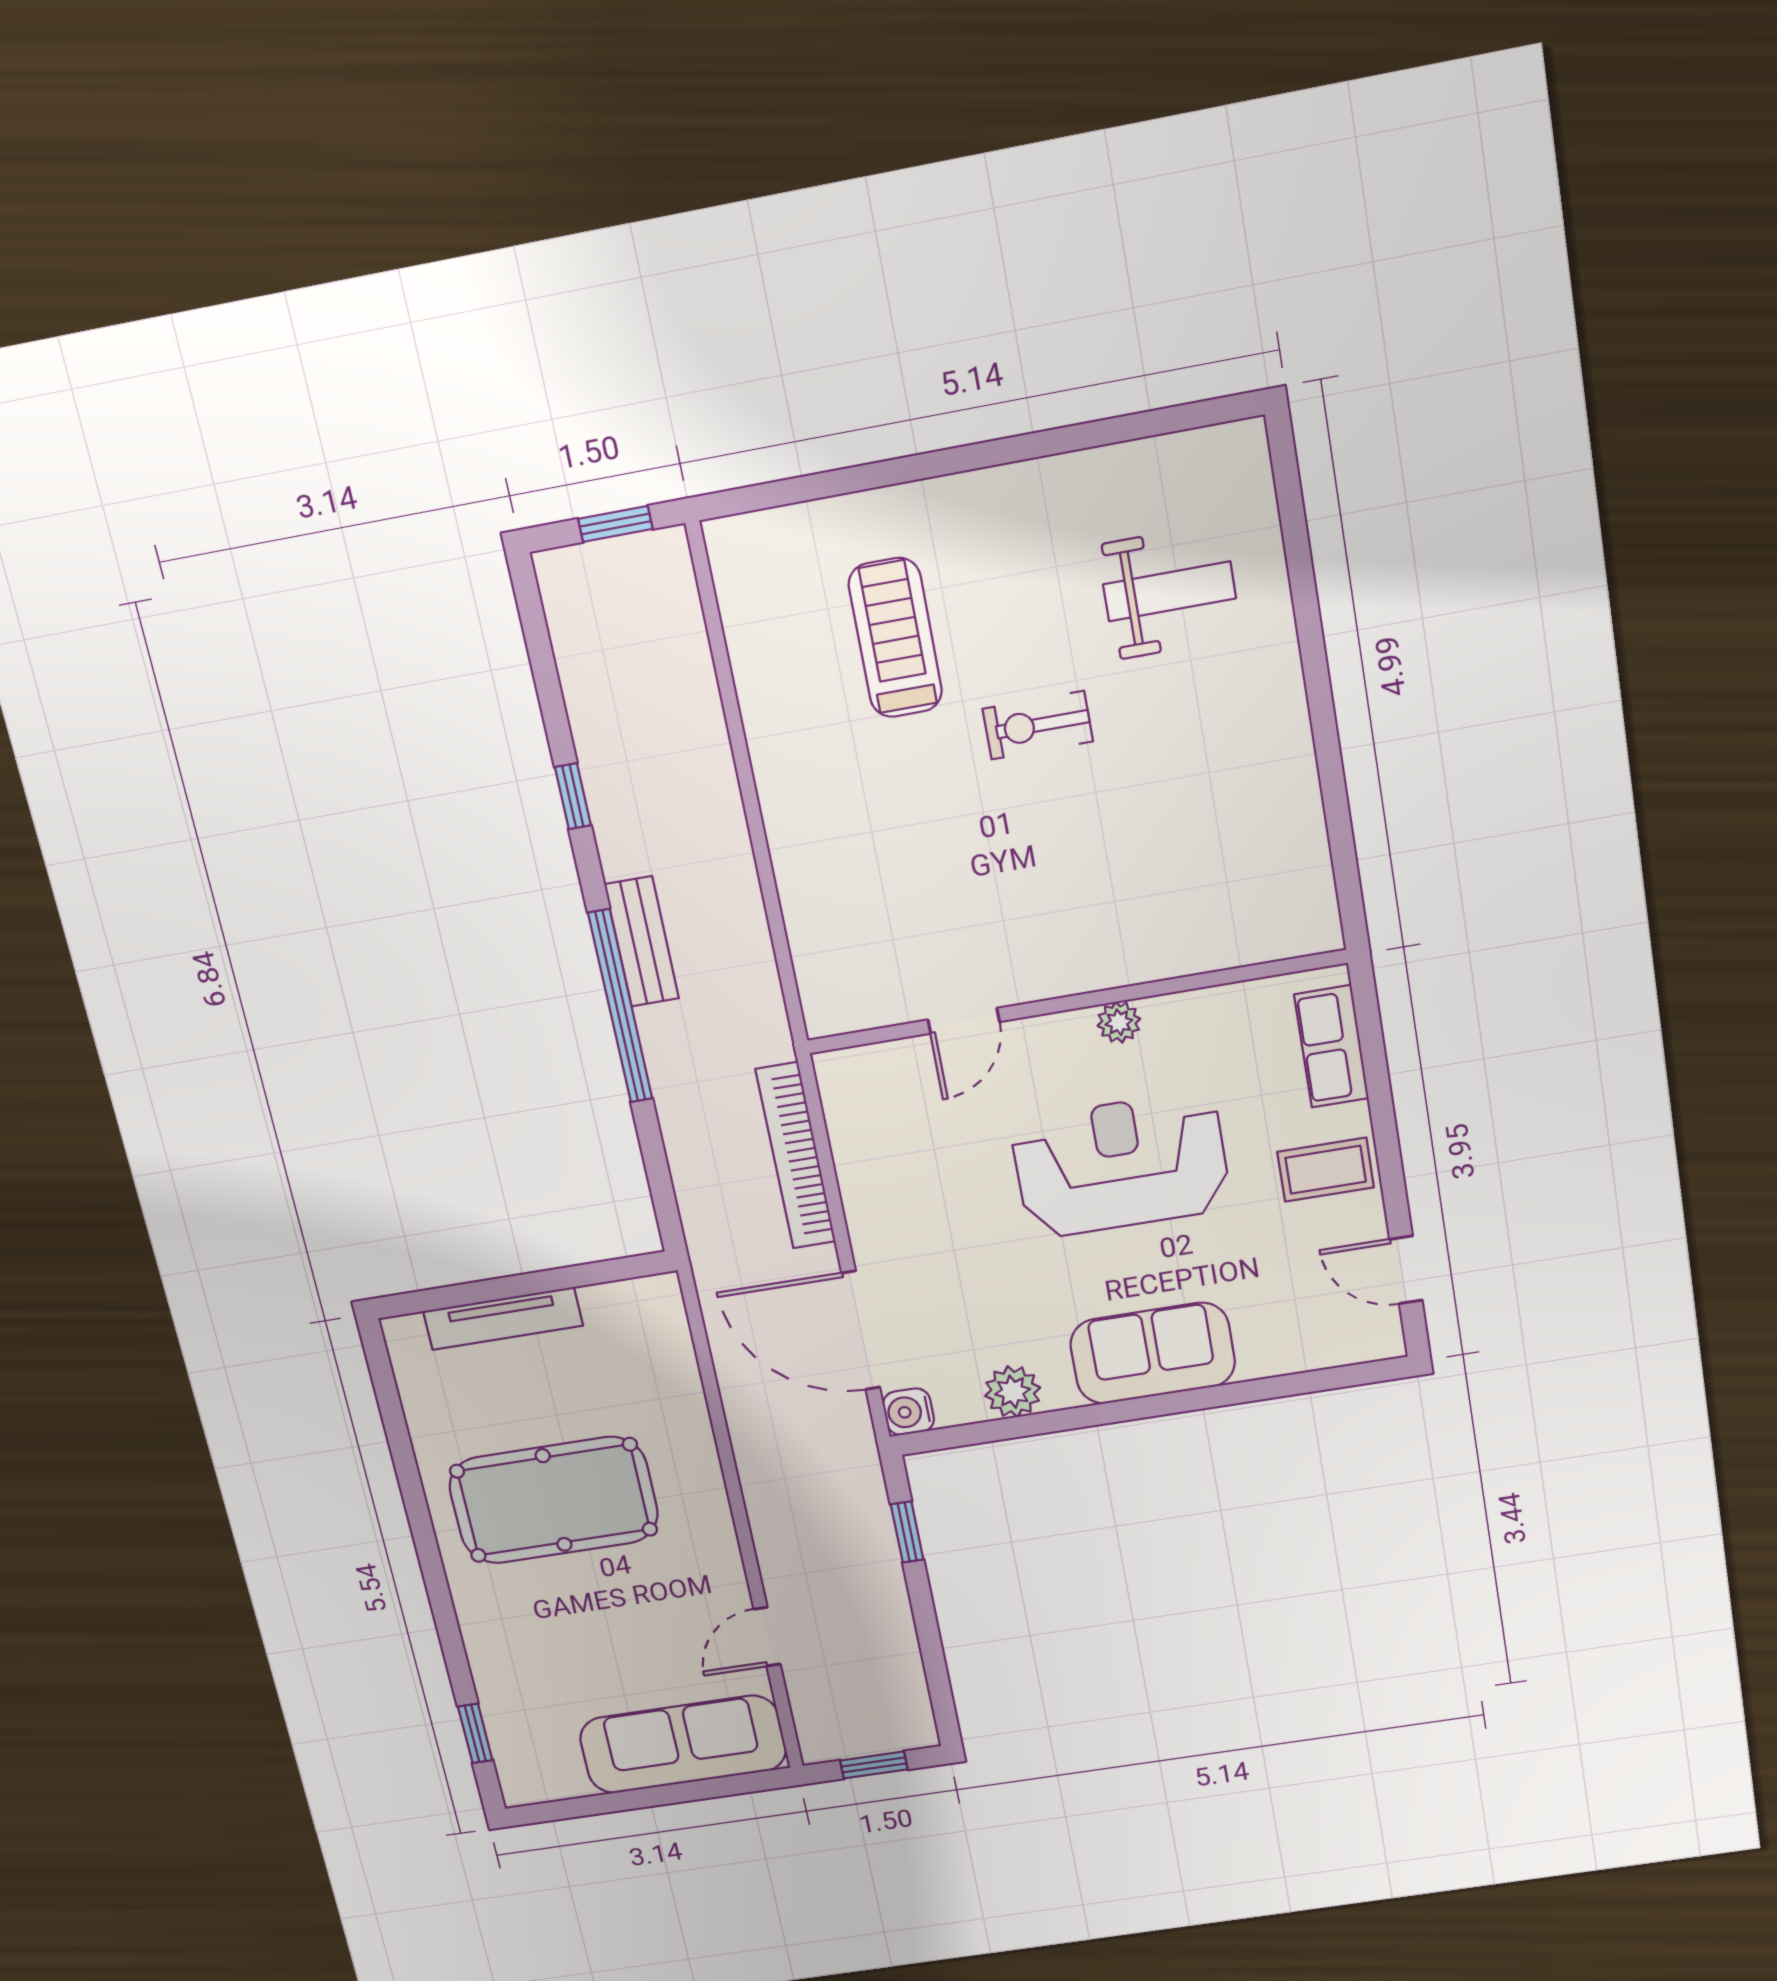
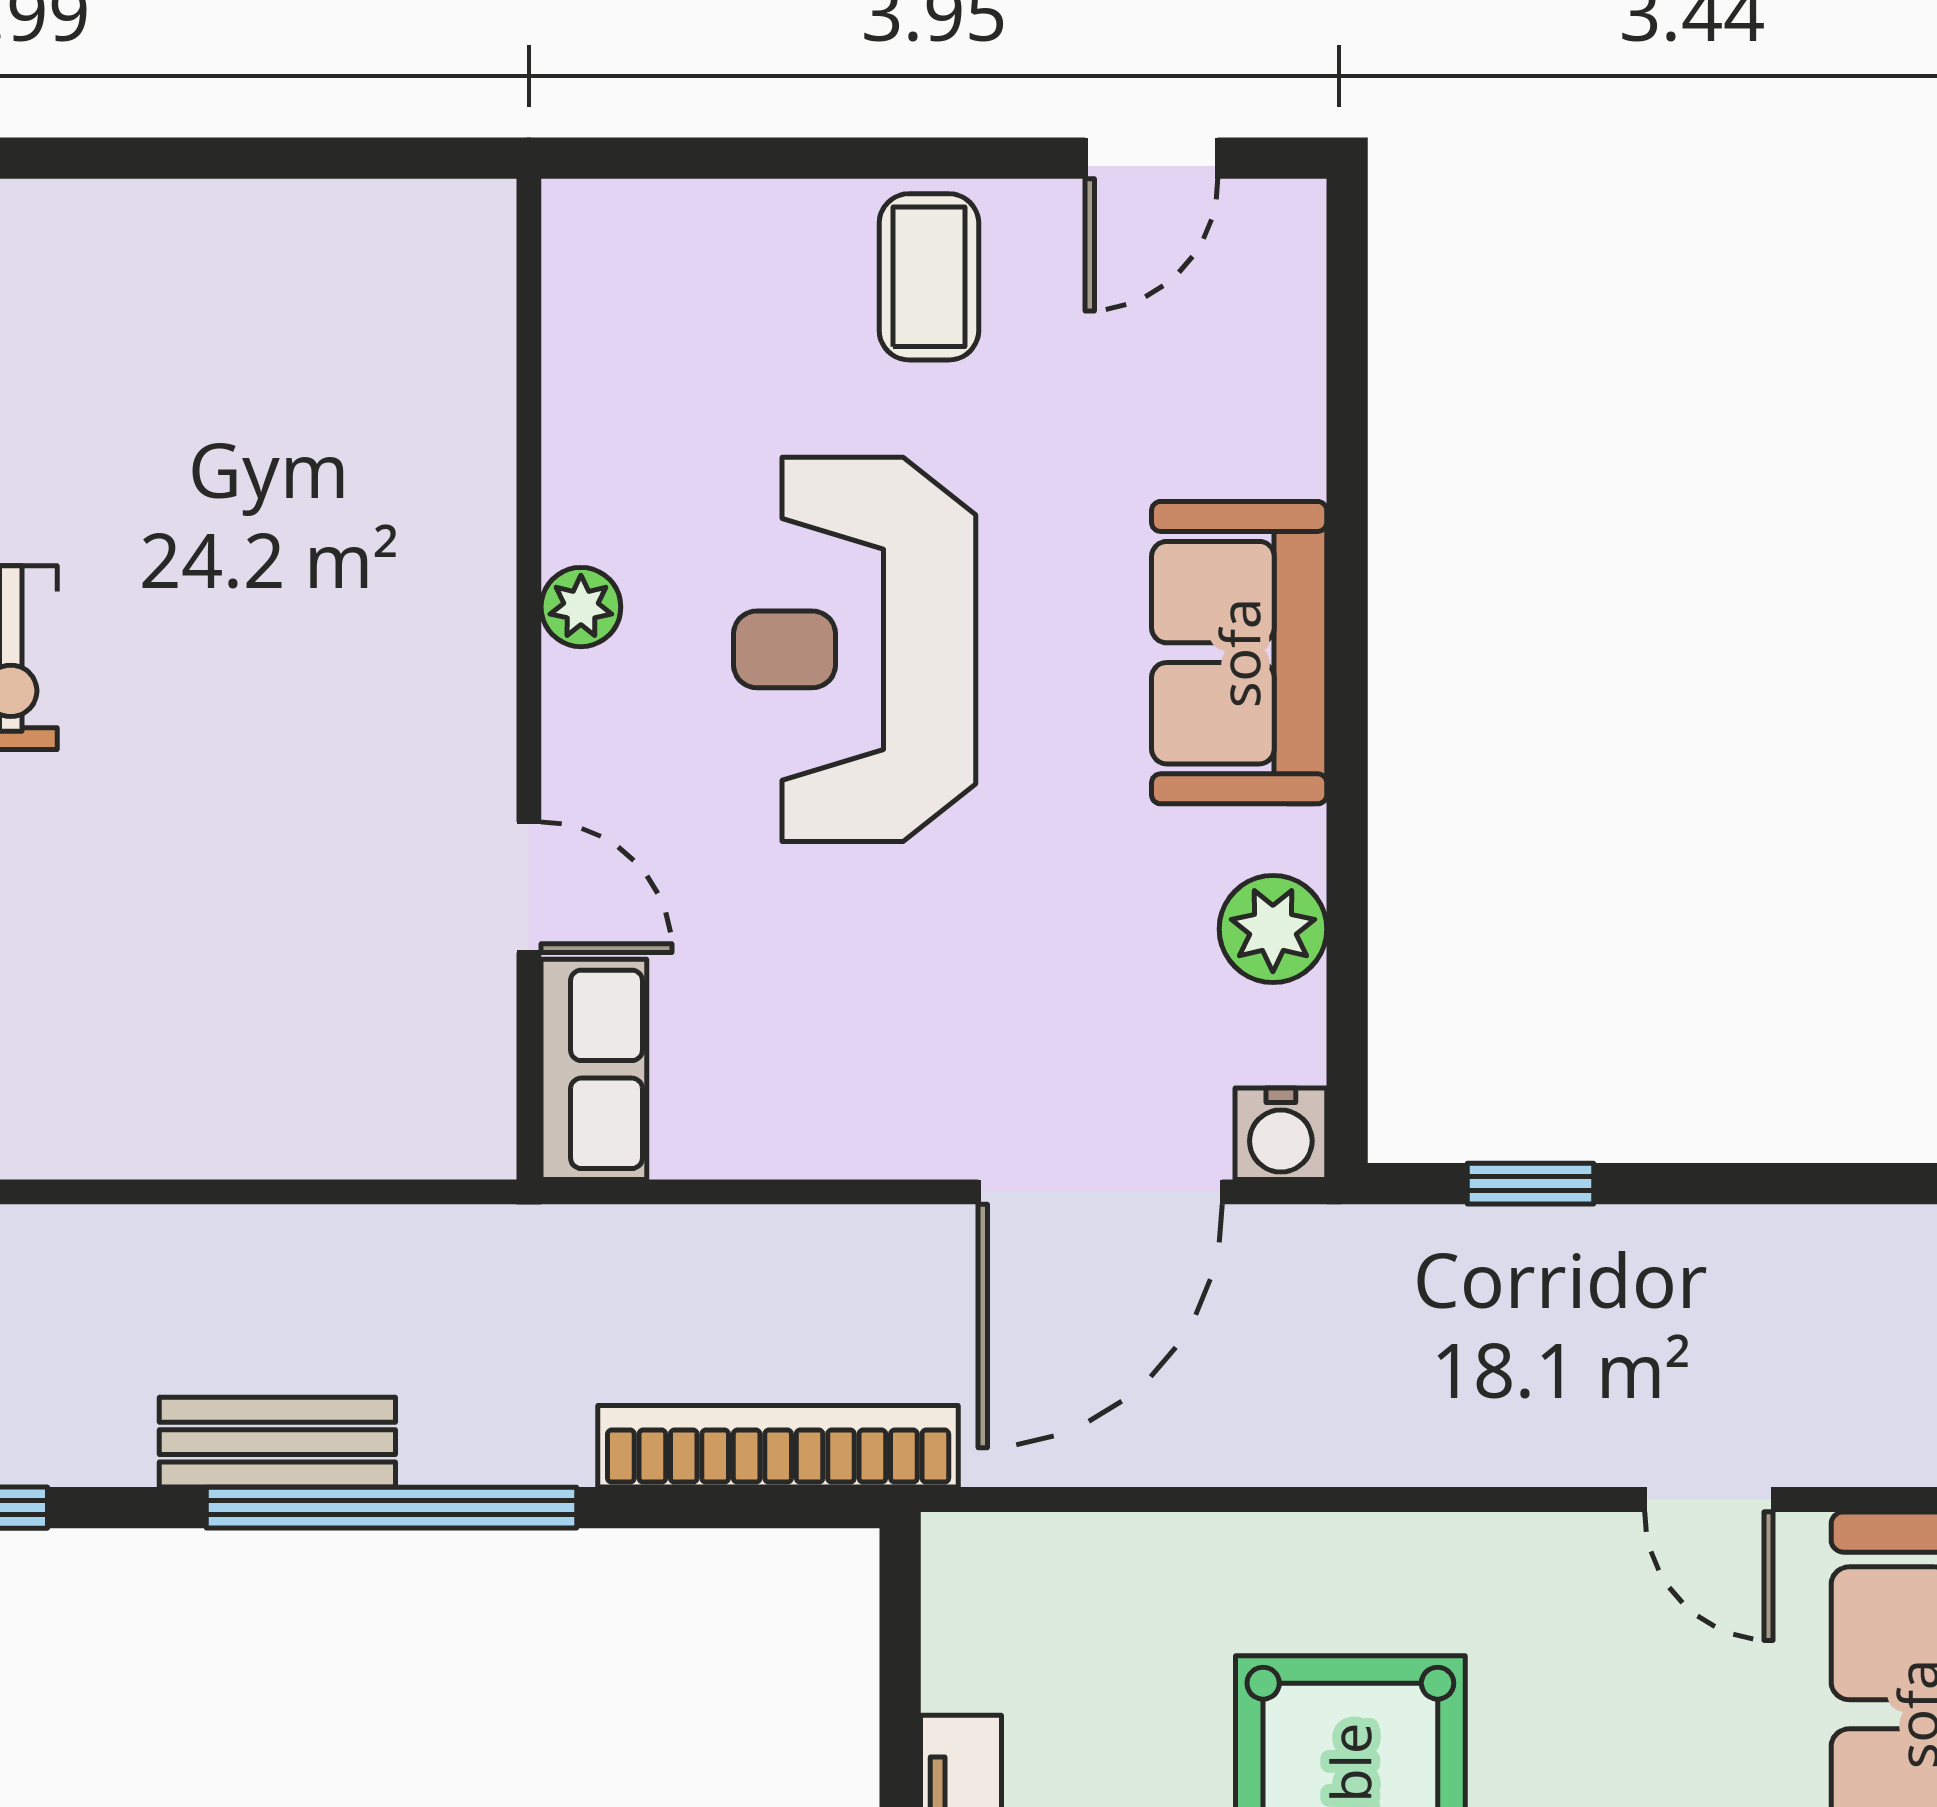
row of seats: (1331, 1046) -> (594, 1069), moved, turned -90
bookcase: (796, 1156) -> (778, 1446), moved, turned 180

